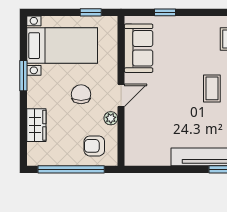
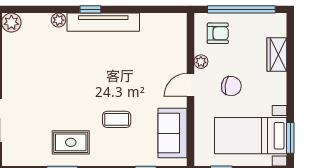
window: (23, 76) -> (290, 138), moved
coffee table: (212, 88) -> (117, 119), moved, turned 90
chair: (81, 94) -> (231, 86), turned -82

